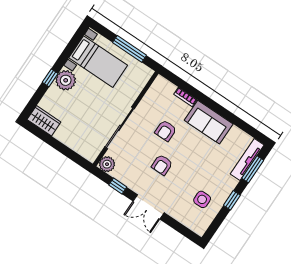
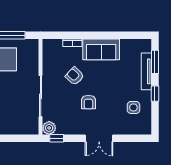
armchair: (166, 131) -> (75, 76), turned 133
tv unit: (247, 159) -> (146, 71), moved
window: (118, 186) -> (57, 138), moved

